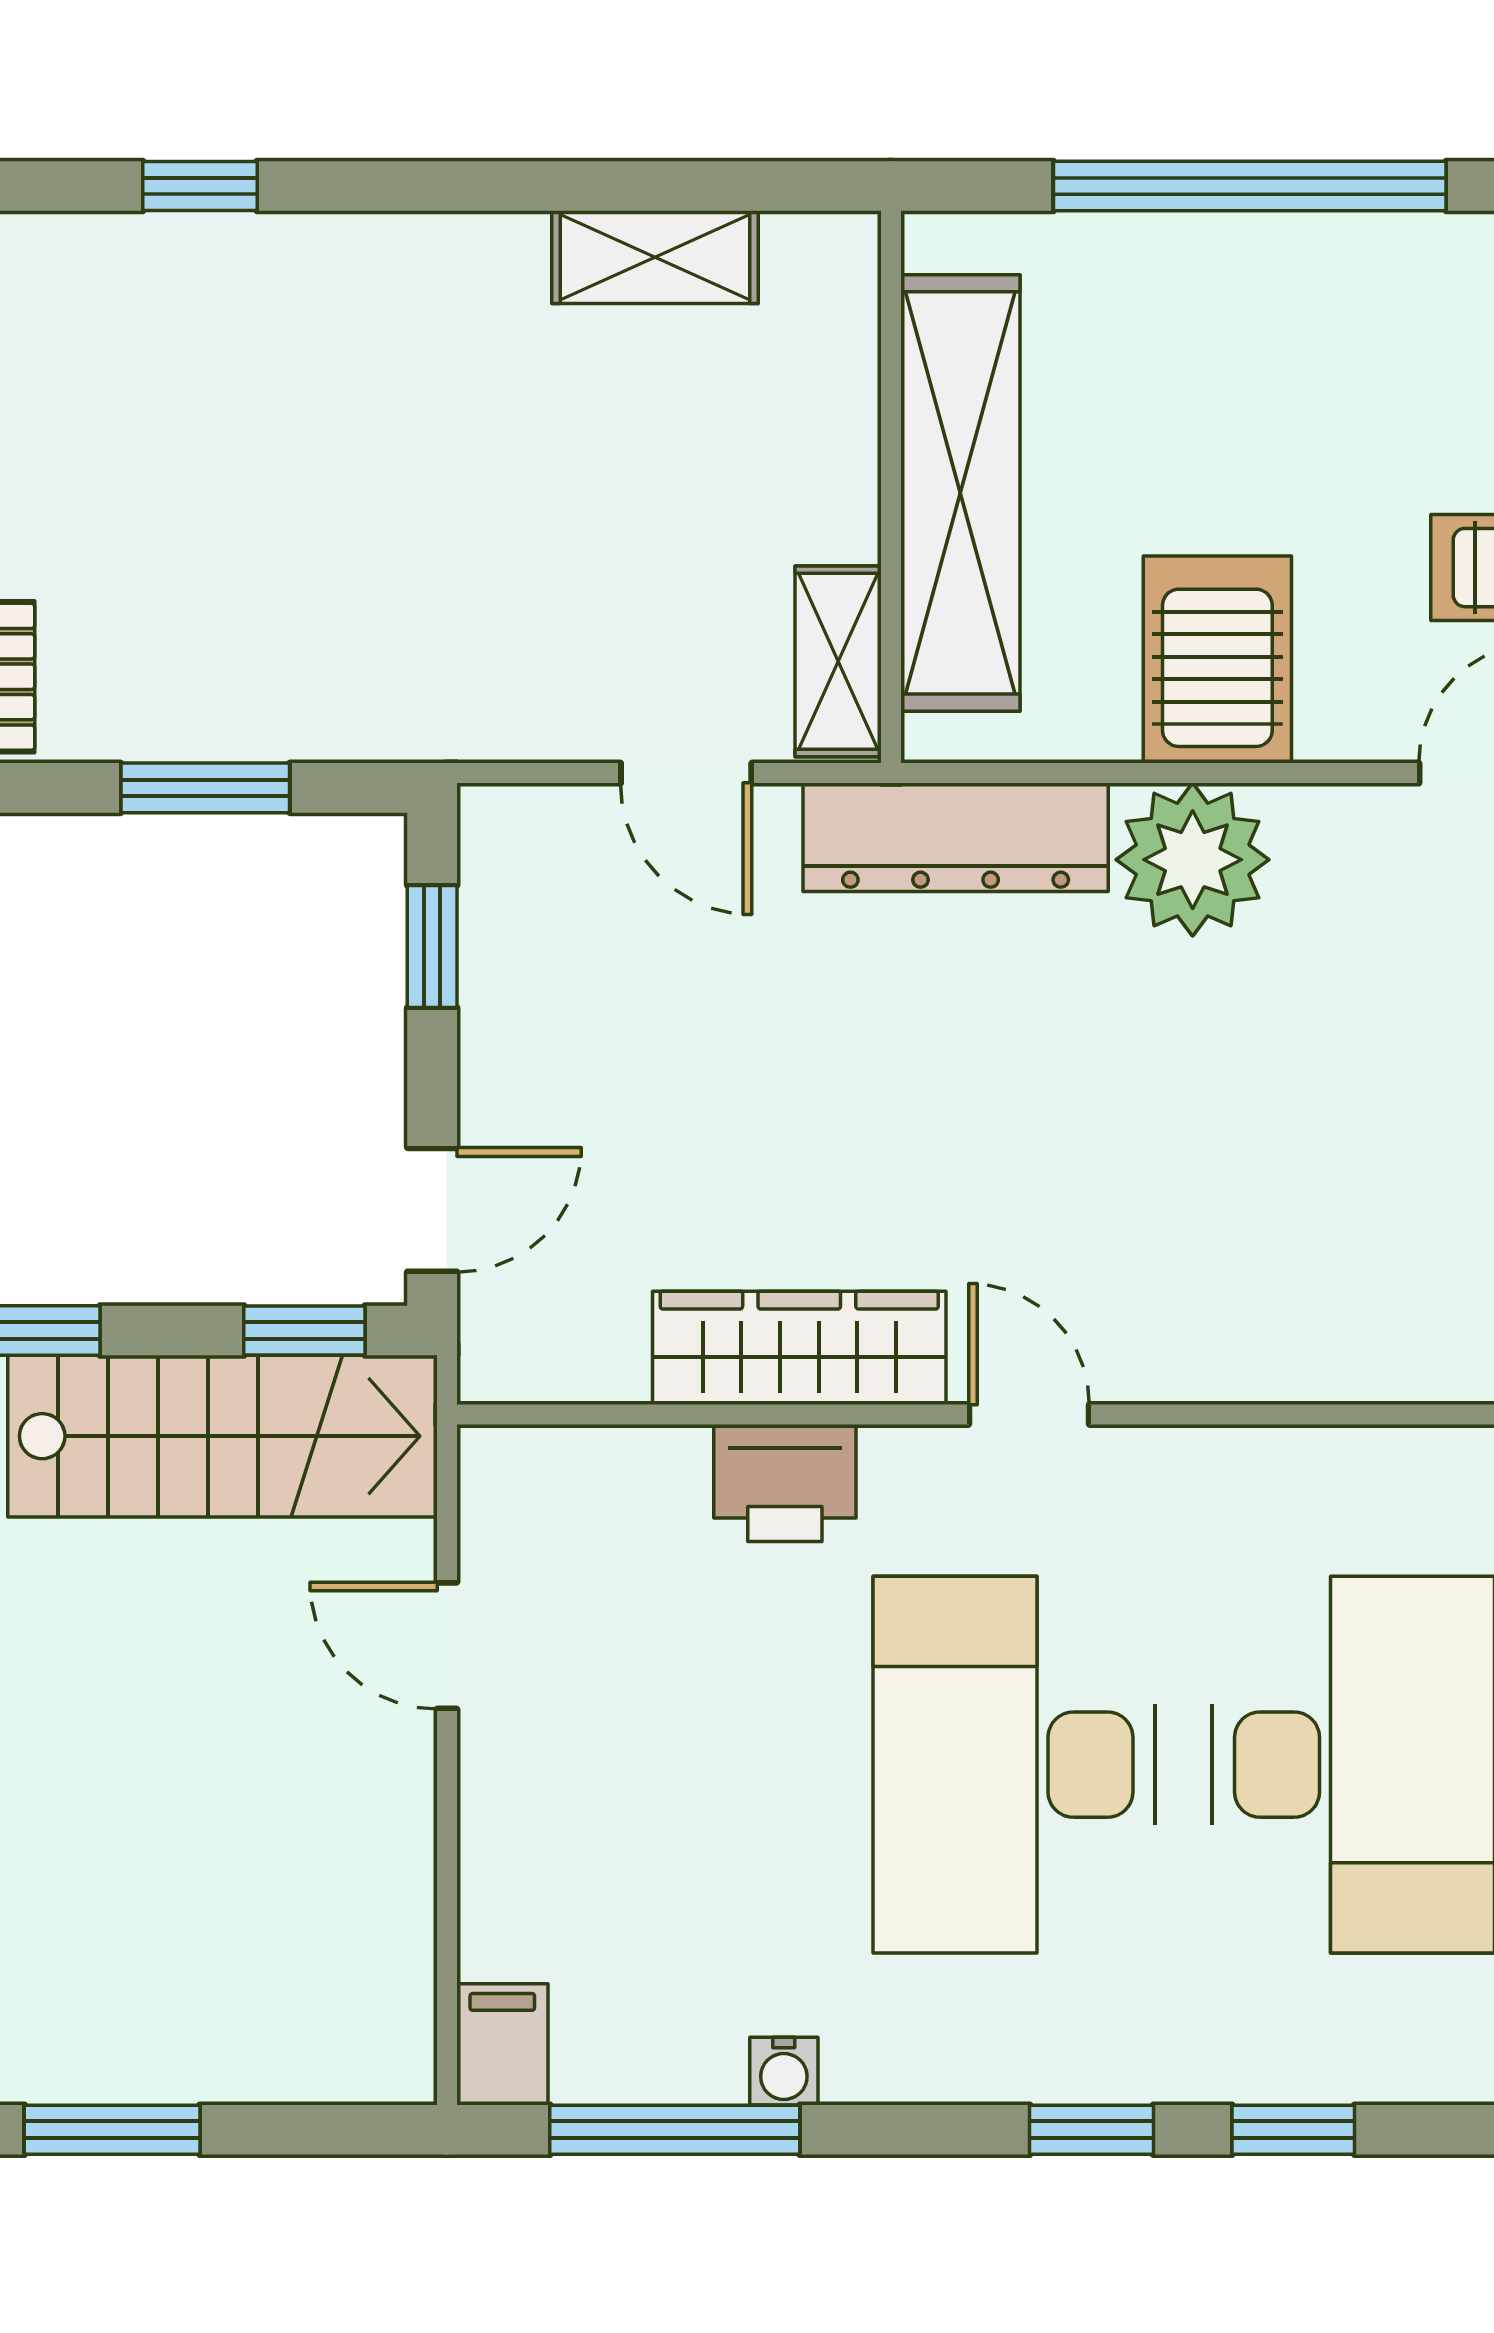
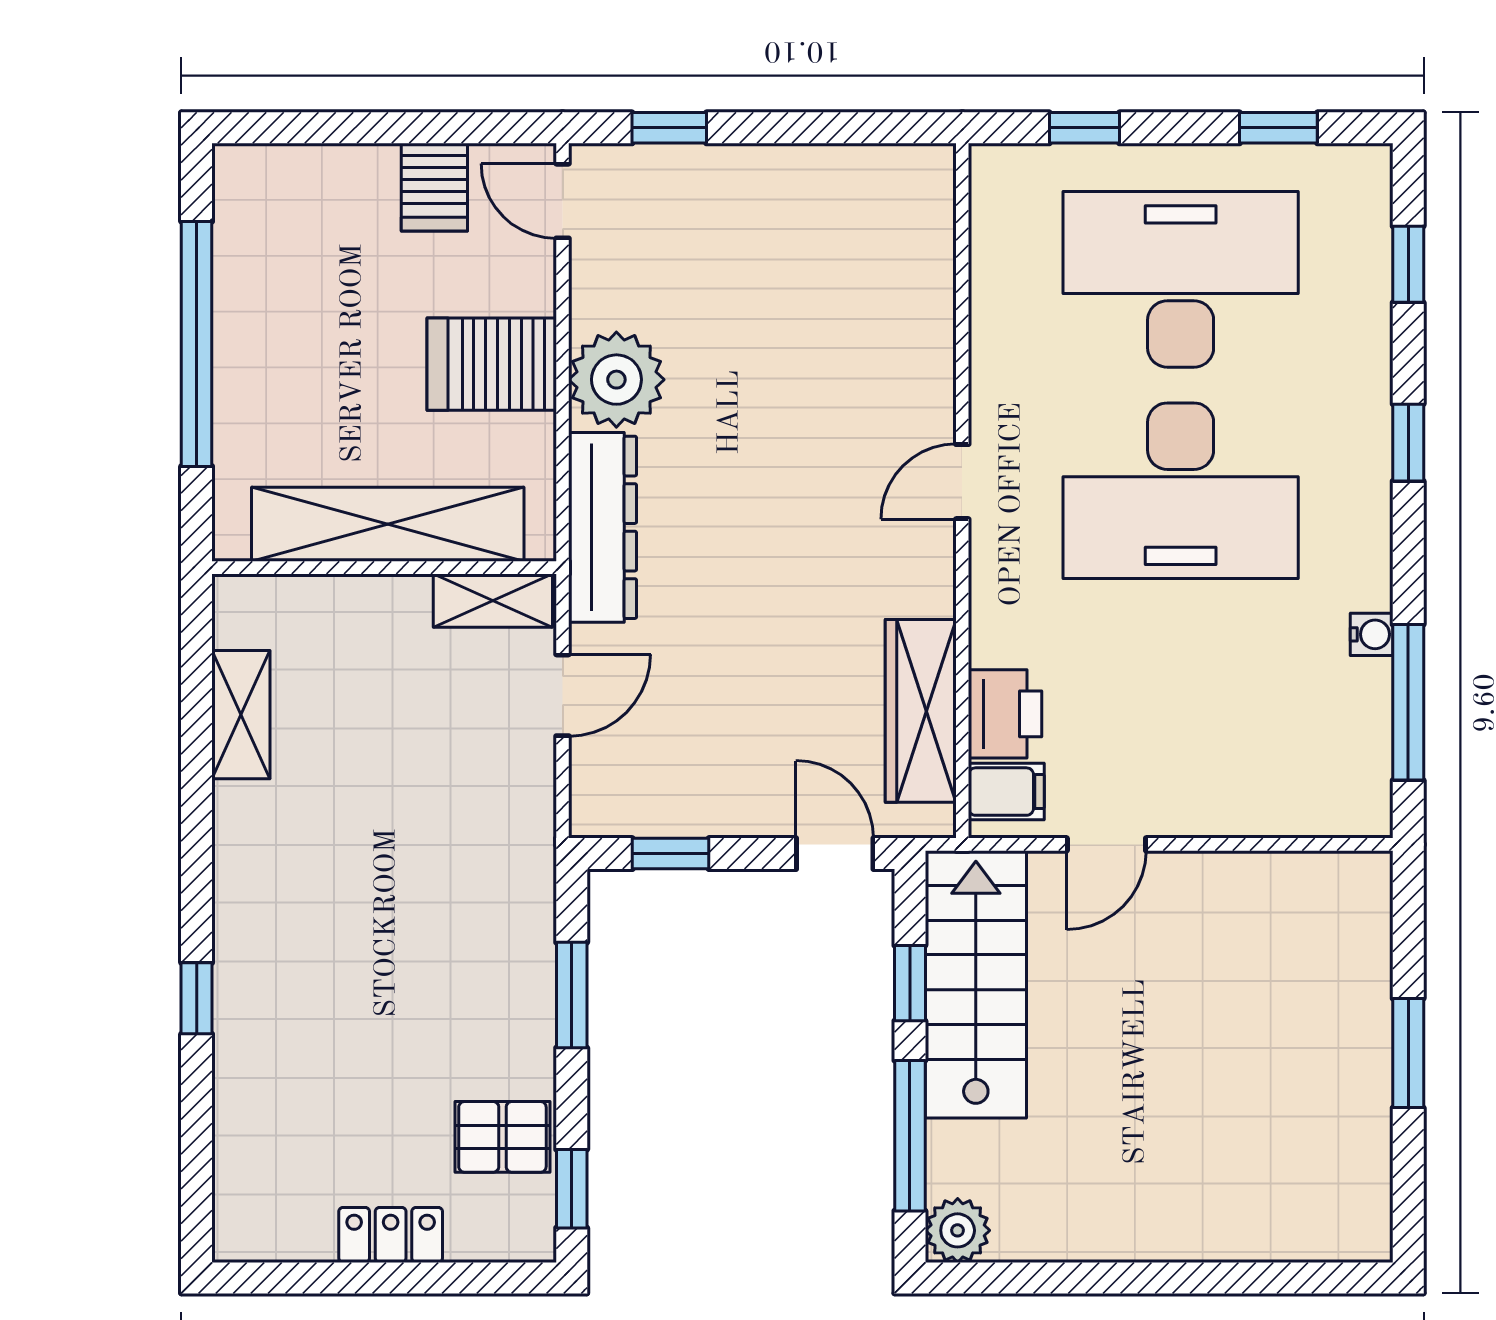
window: (304, 1331) -> (910, 983), moved
wardrobe: (799, 1348) -> (921, 711), moved
printer: (785, 1483) -> (1005, 714), moved
filing cabinet: (502, 2044) -> (1006, 792), moved, turned 180
window: (1293, 2130) -> (1408, 264), moved

